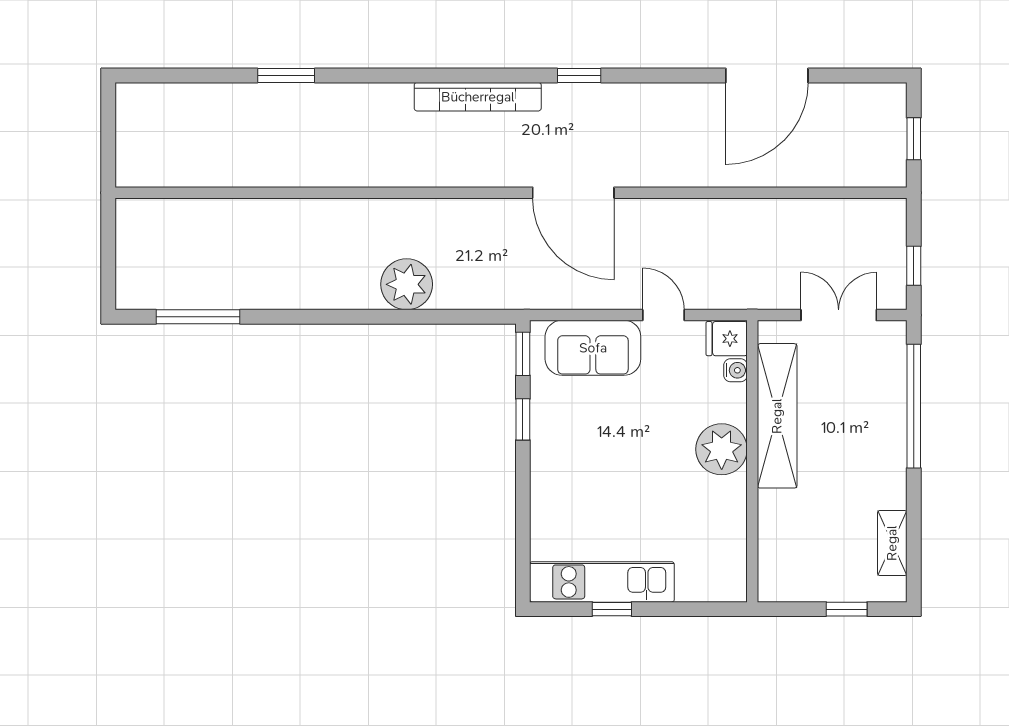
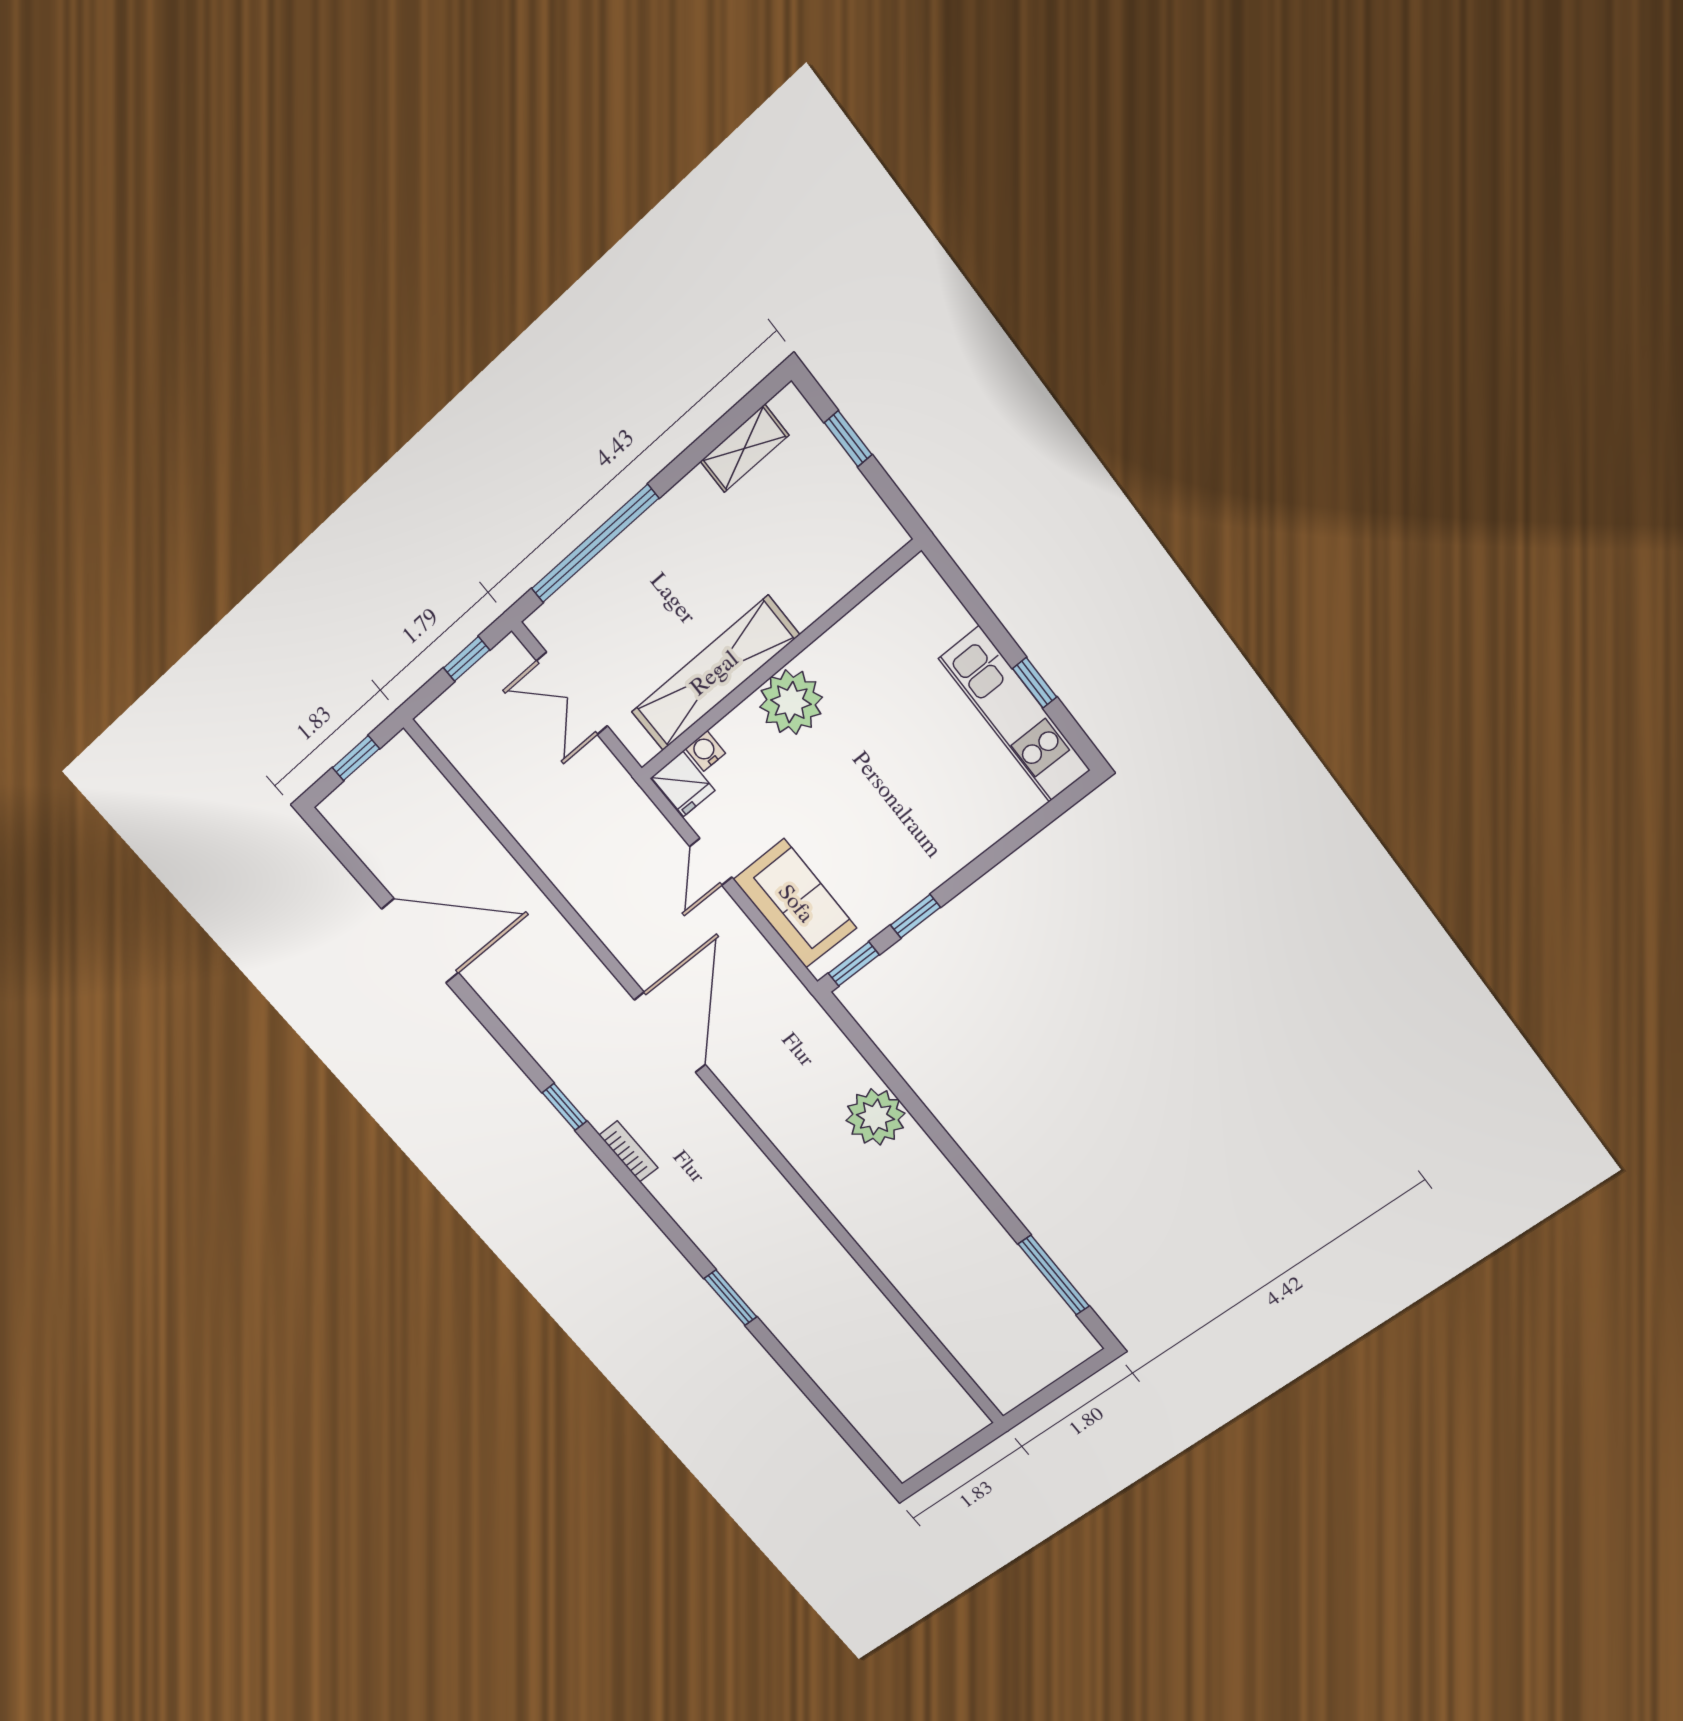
window: (286, 75) -> (730, 1298), moved
bookcase: (478, 97) -> (629, 1151), width x0.43, depth x0.76

